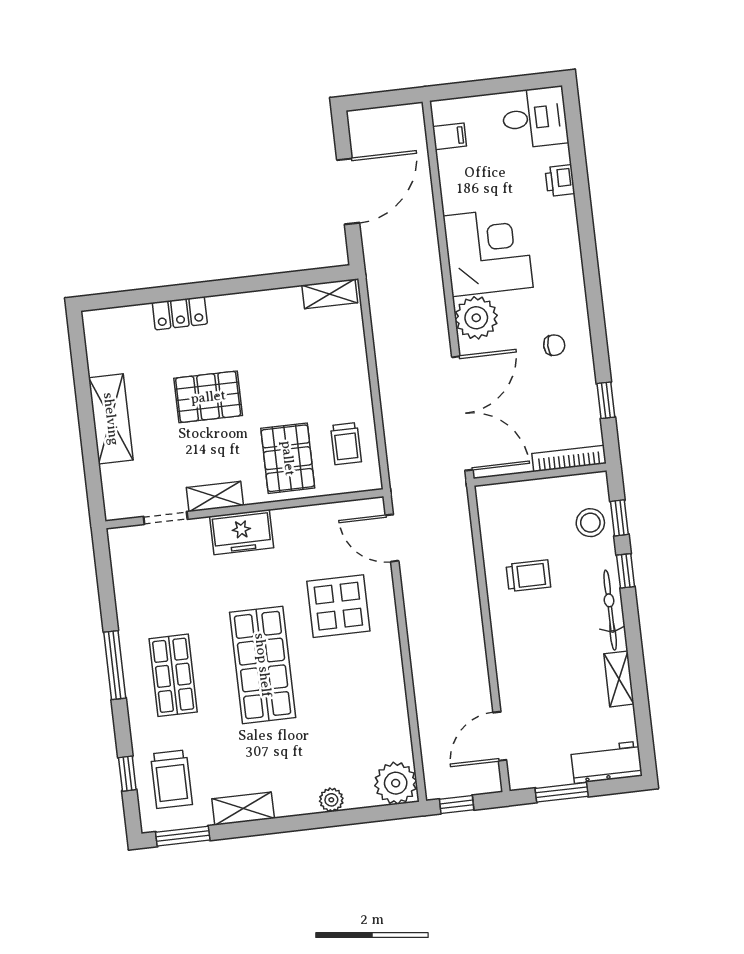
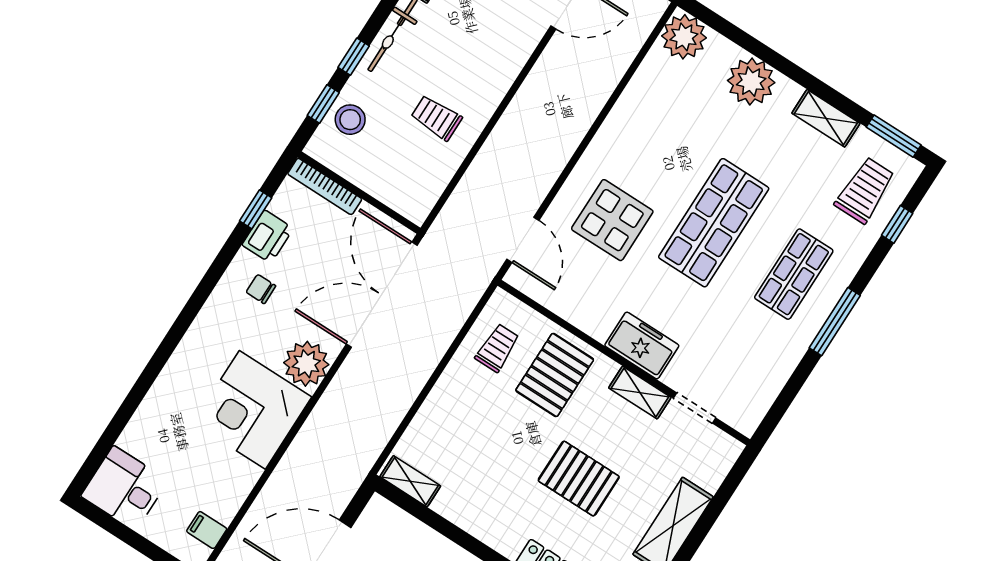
printer: (560, 181) -> (268, 237), moved, width x1.36, depth x1.24
plant: (331, 800) -> (751, 82), width x1.87, depth x1.87

